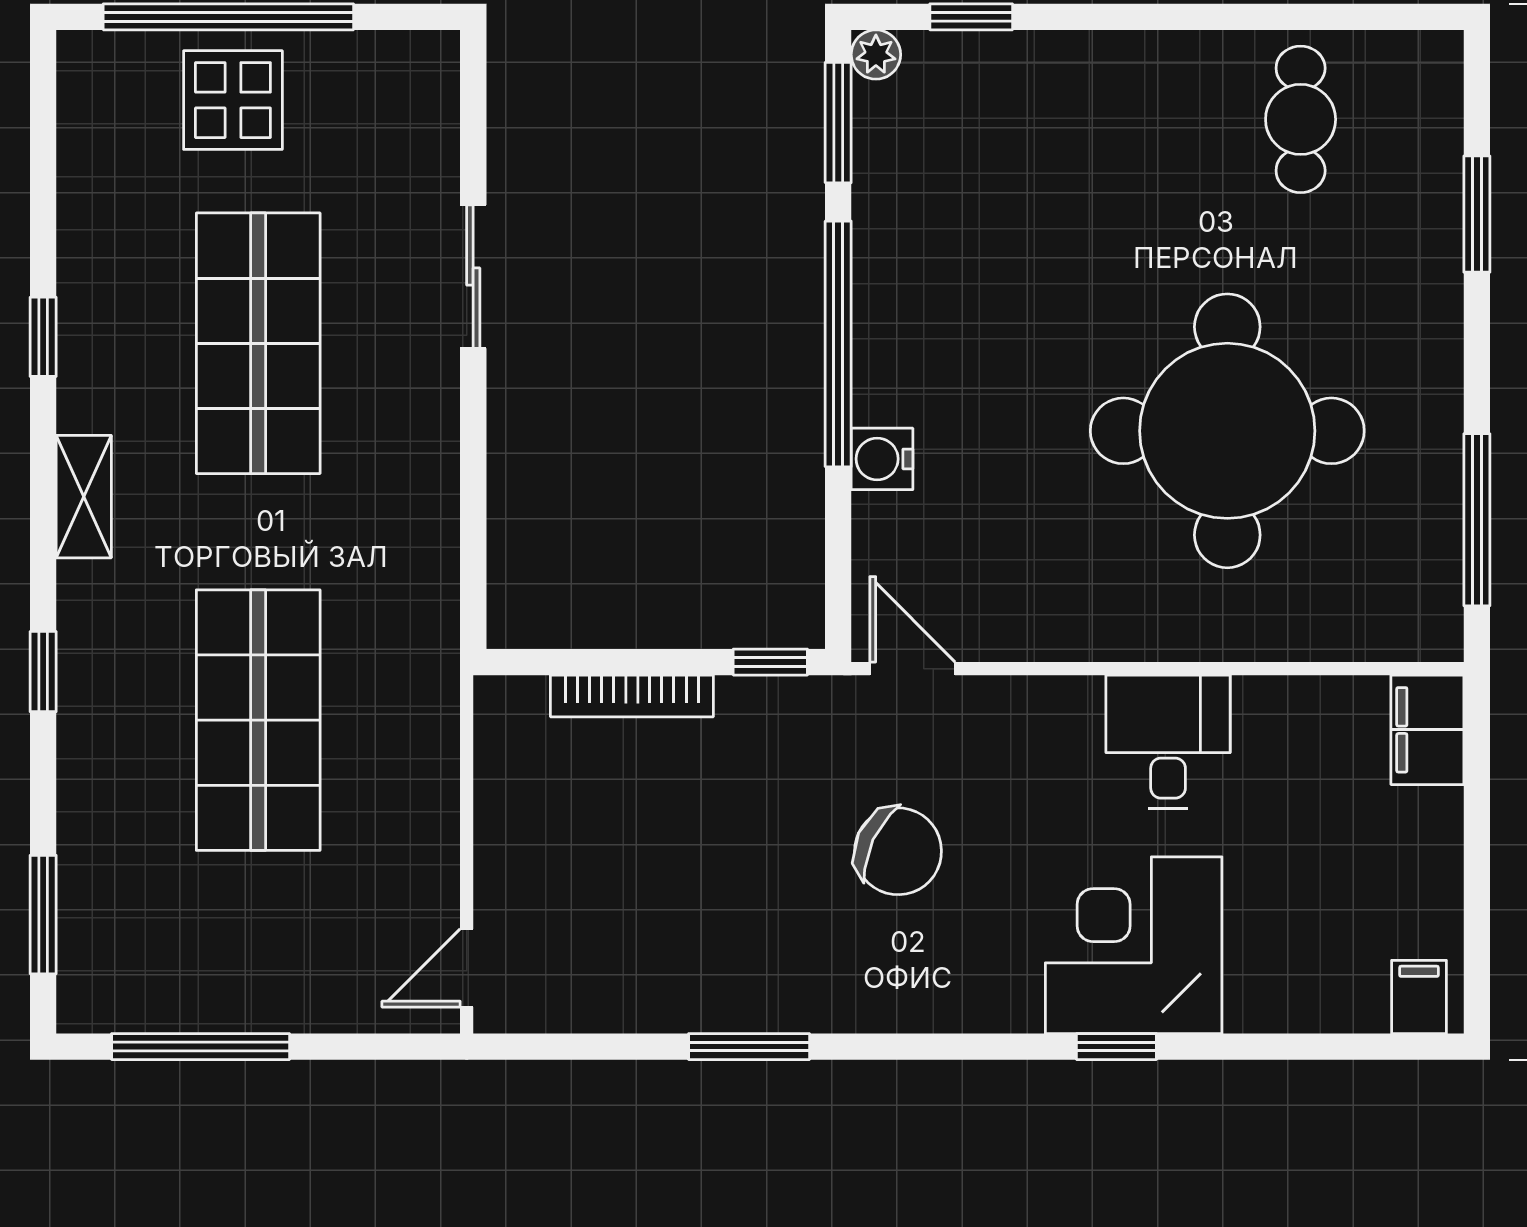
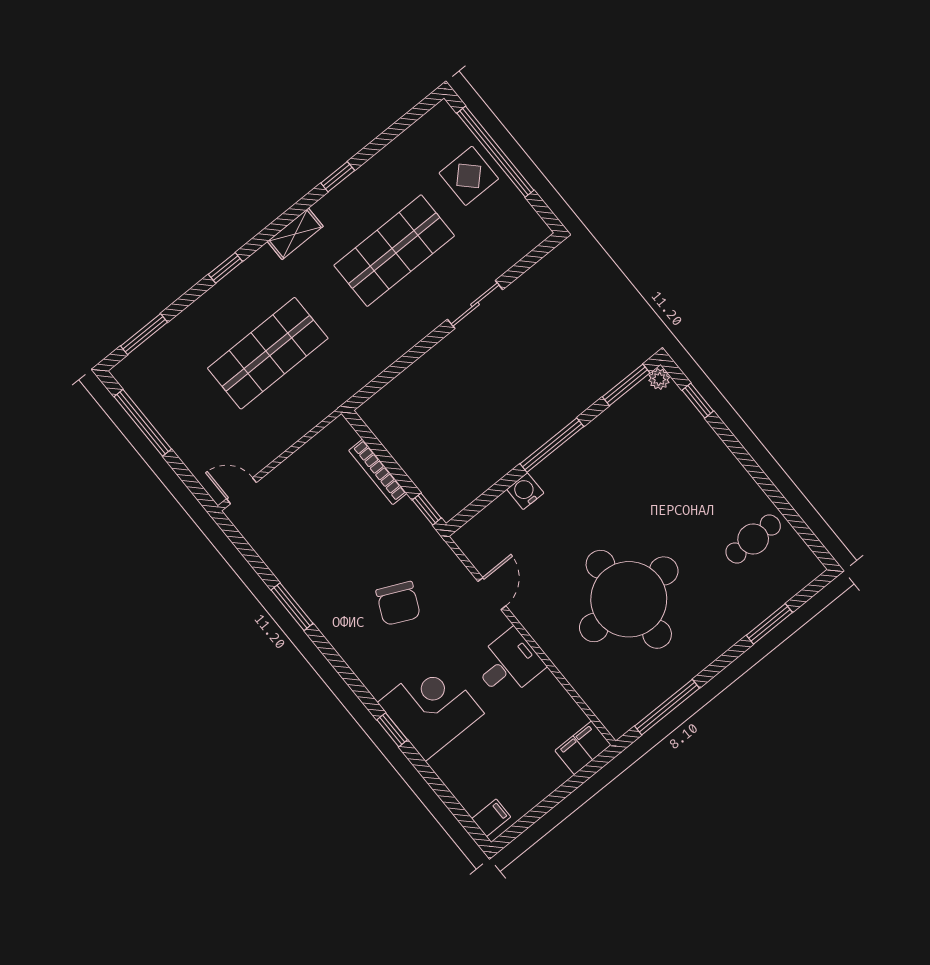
window: (838, 344) -> (552, 445), width x0.68
door: (913, 669) -> (492, 594), moved

